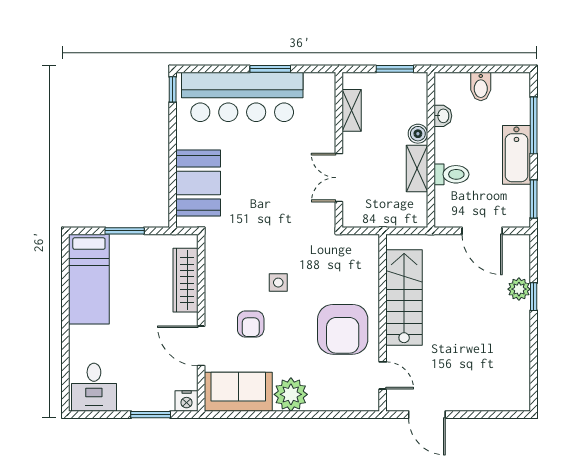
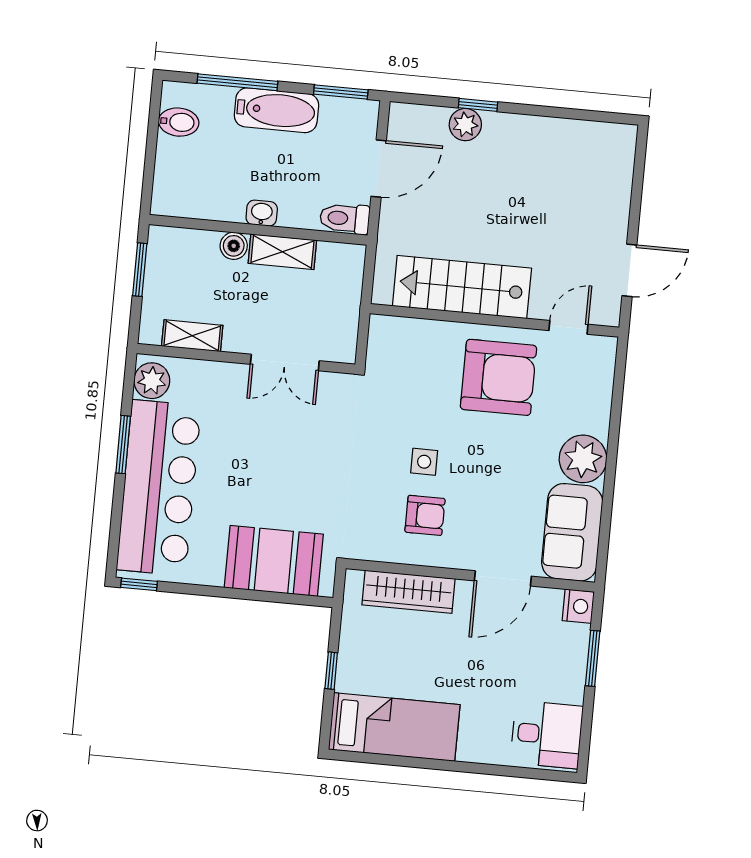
plant: (317, 85) -> (152, 381), added
bidet: (481, 87) -> (179, 122), moved
washbasin: (443, 116) -> (262, 213), moved
toilet: (451, 174) -> (345, 218), moved, turned -90
window: (125, 231) -> (331, 671), width x0.67
armchair: (251, 324) -> (425, 515), moved

